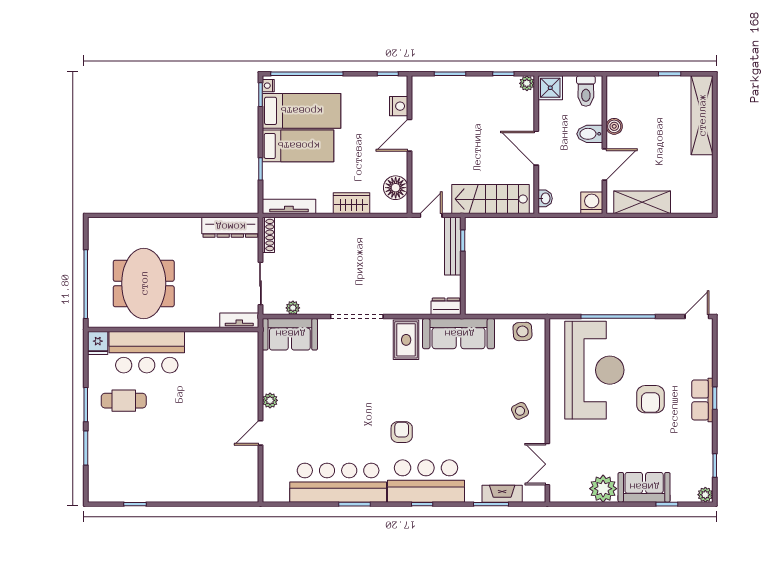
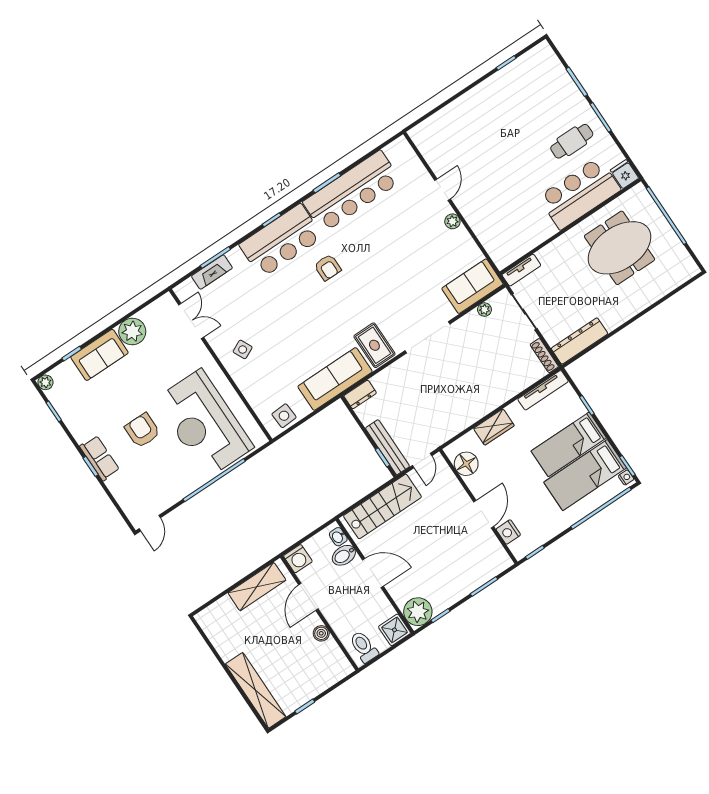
plant: (527, 83) -> (418, 612), width x1.87, depth x1.87
bidet: (590, 134) -> (344, 555), moved, turned 180
meeting table: (144, 283) -> (620, 248), turned 90

